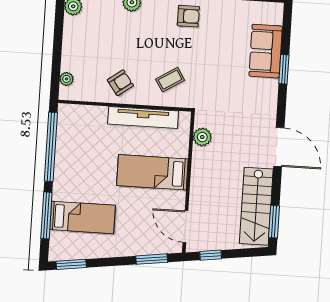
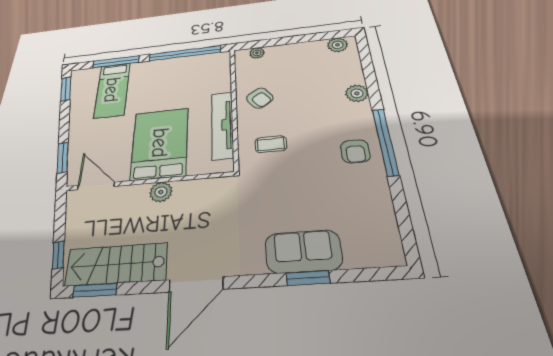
sofa: (266, 51) -> (303, 251), moved
coffee table: (170, 80) -> (271, 144), turned -58
plant: (202, 137) -> (161, 192), moved
bed: (152, 172) -> (160, 143), width x1.50
door: (185, 227) -> (96, 186), hinge flipped
window: (211, 255) -> (58, 255), moved

